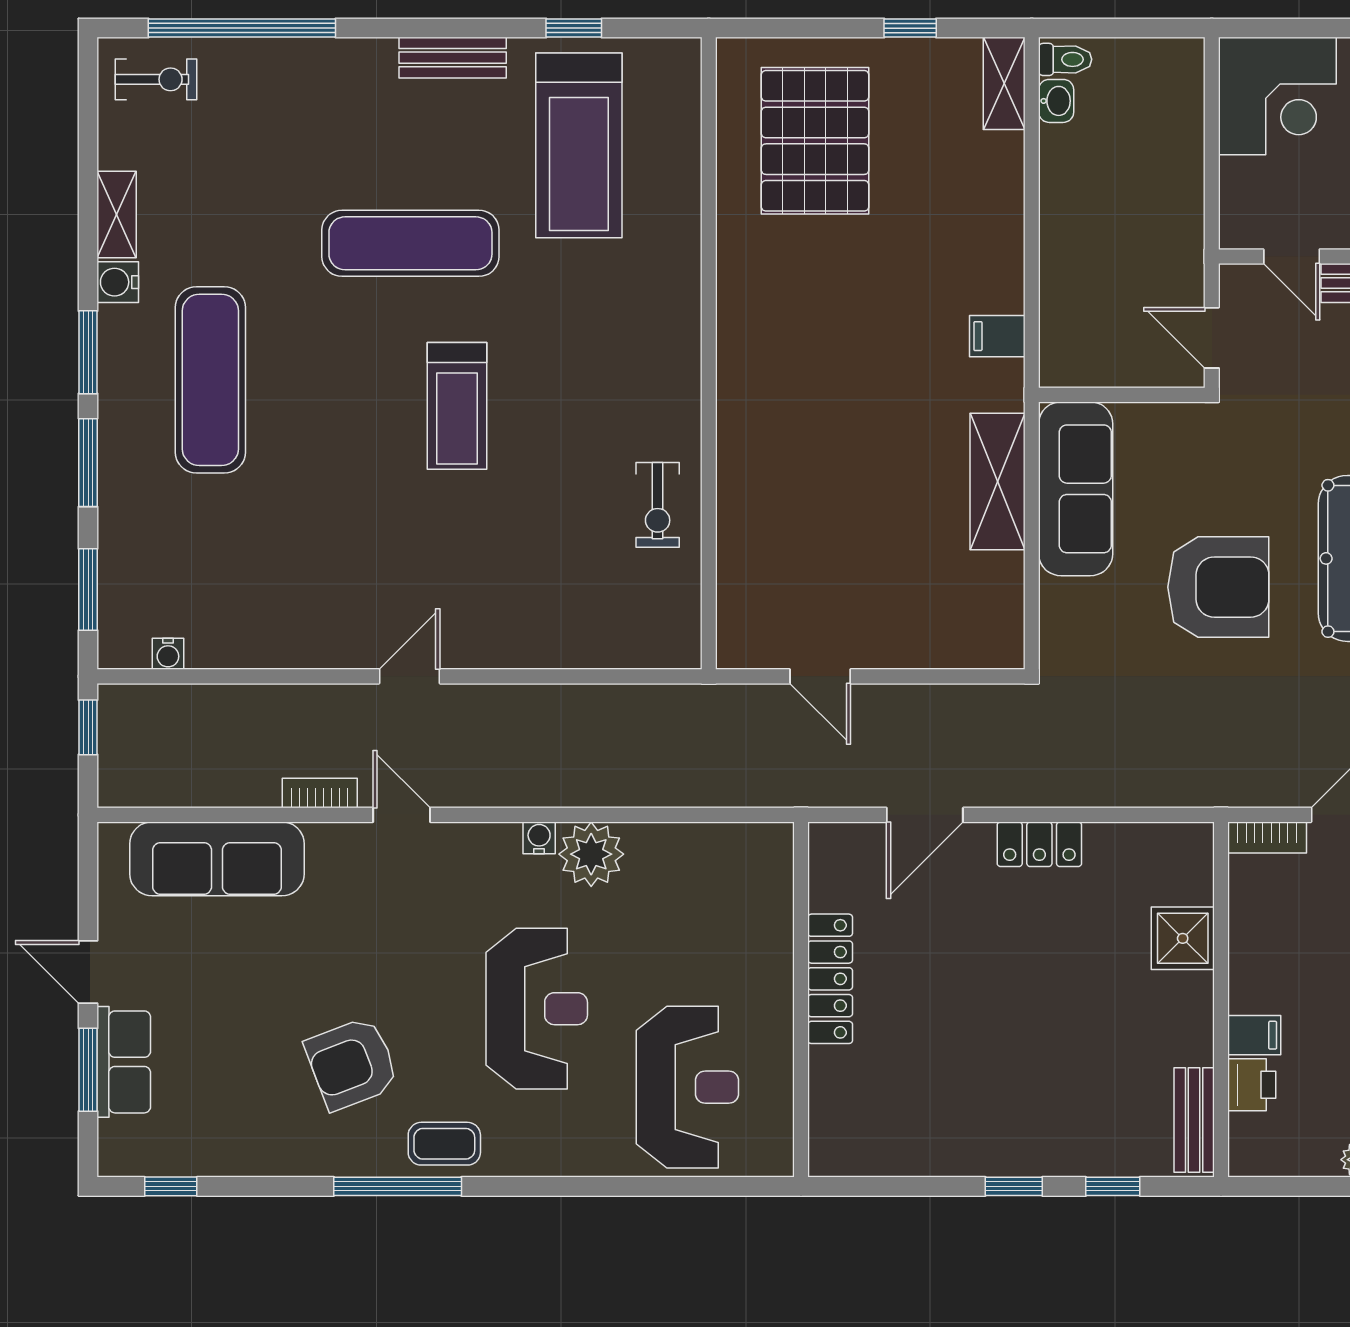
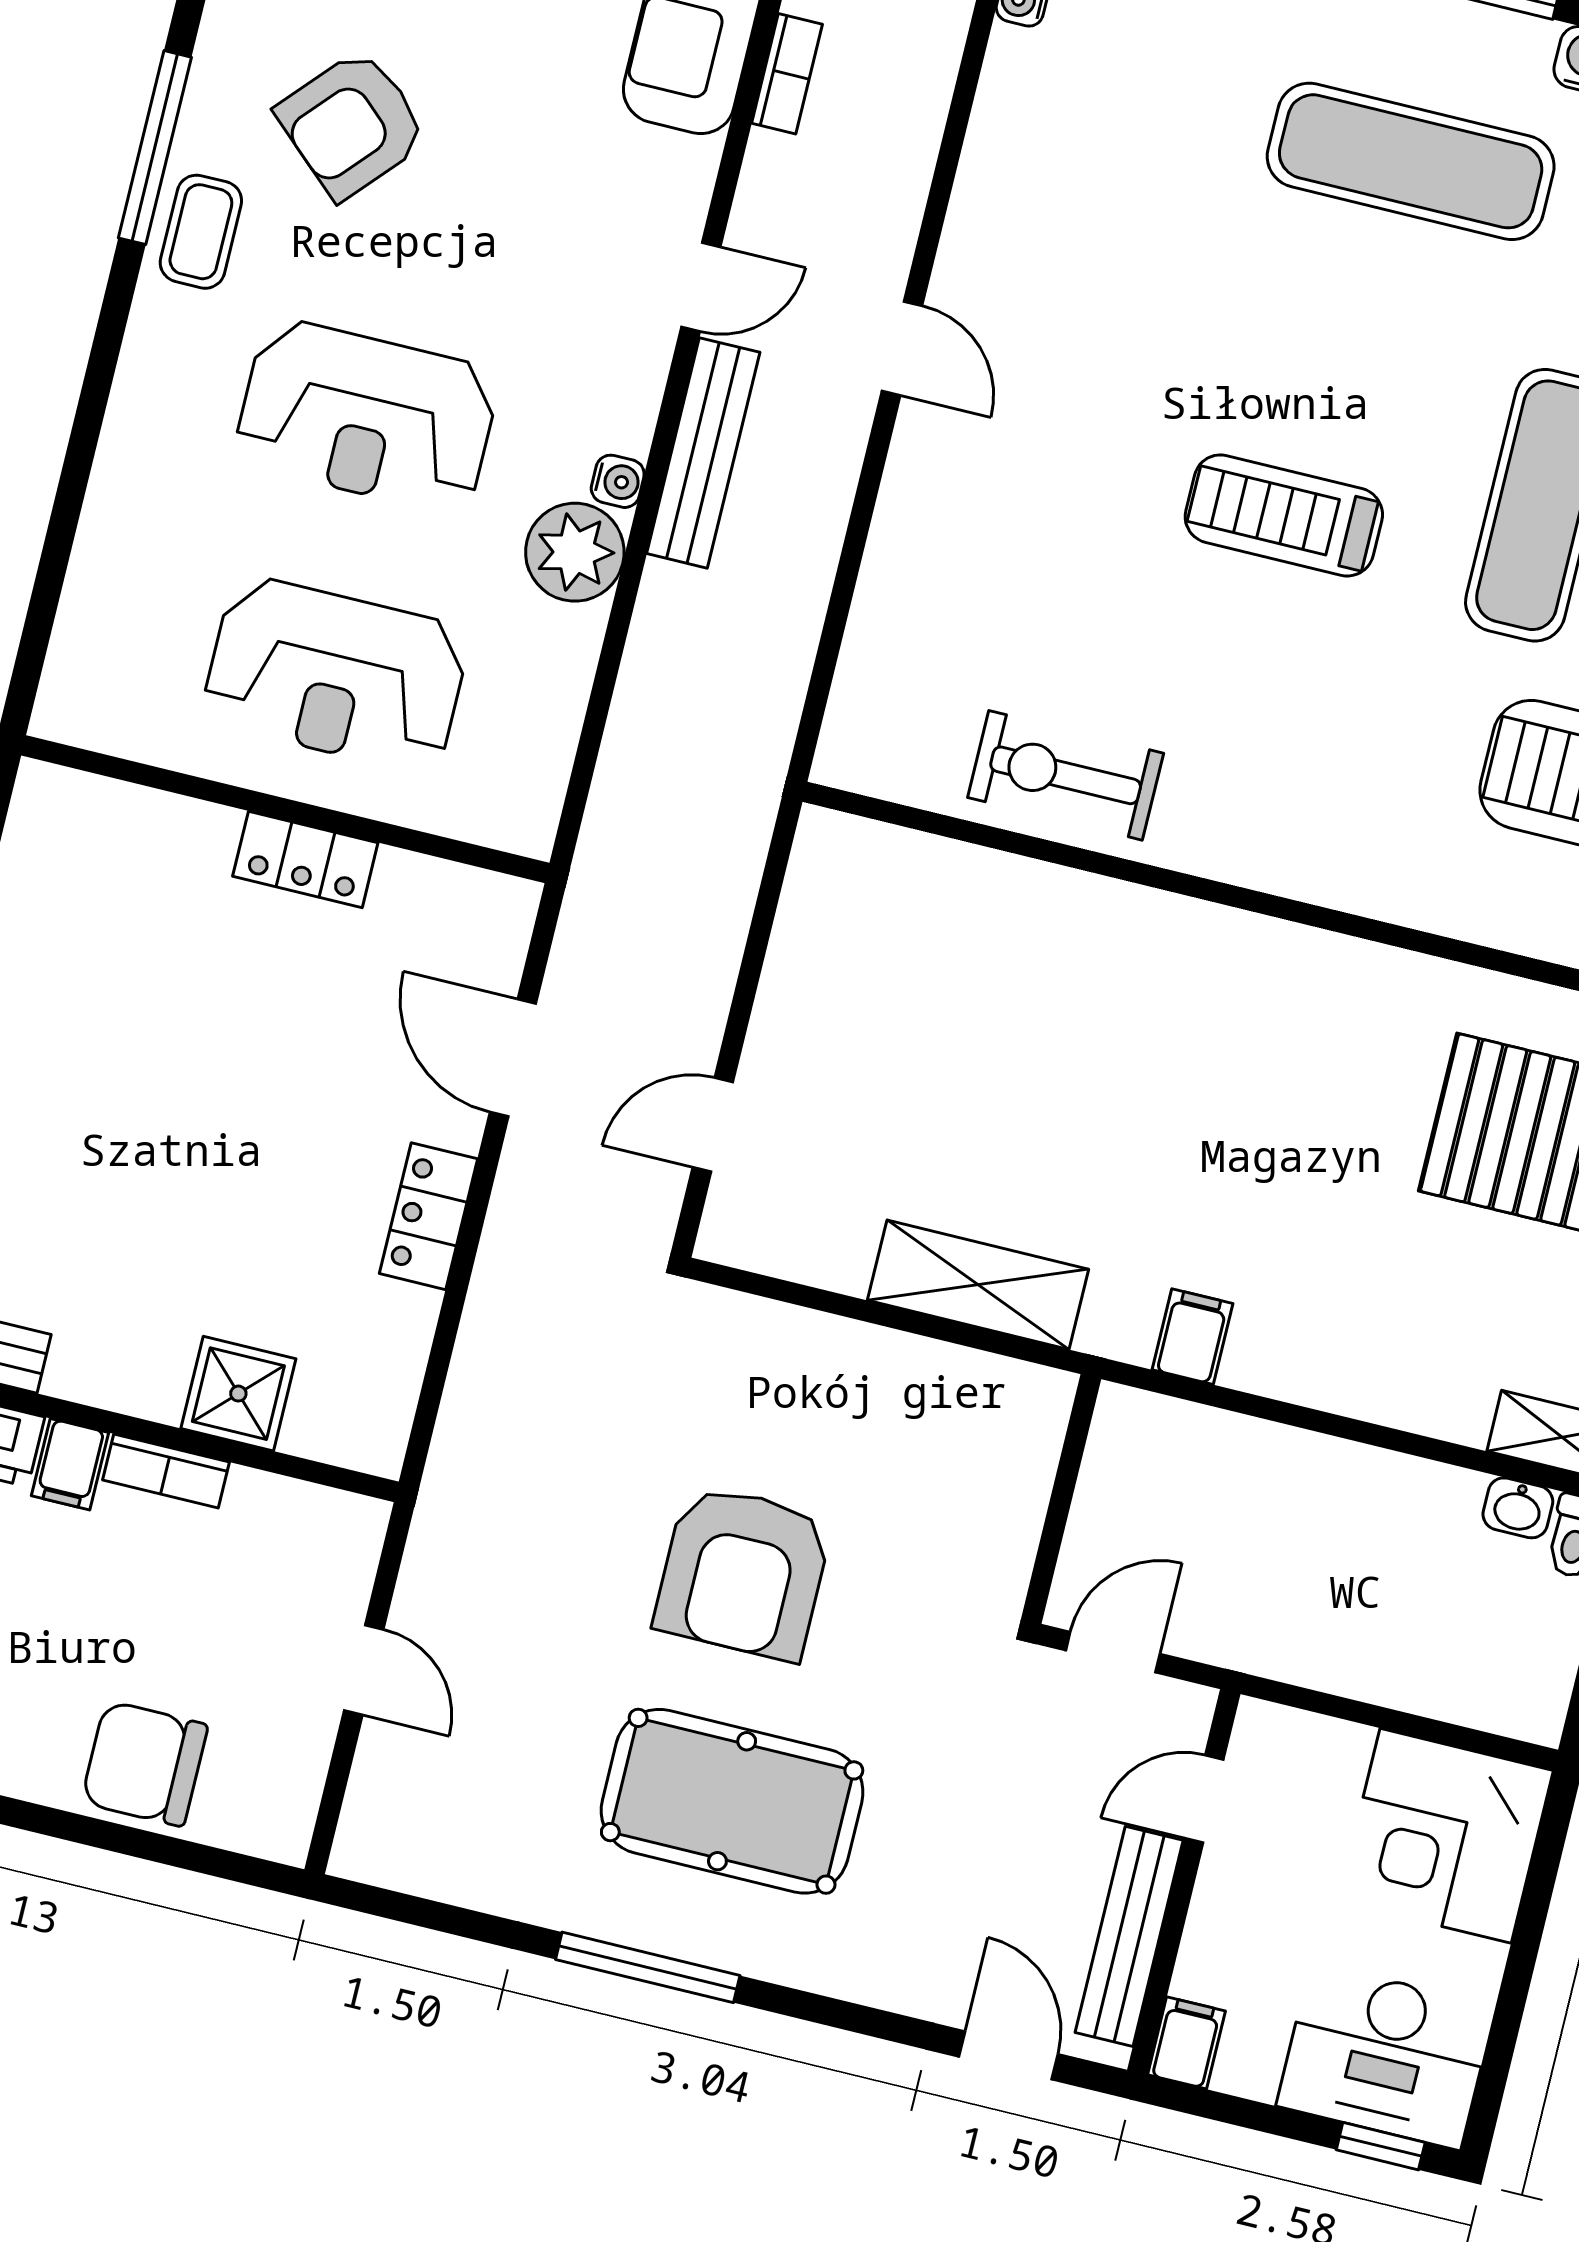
sofa: (1076, 489) -> (939, 1397), removed
exercise bike: (658, 505) -> (1066, 775), width x1.38, depth x1.39
door: (820, 676) -> (713, 1125), moved
bench: (508, 787) -> (703, 453), added
bookcase: (320, 793) -> (787, 74), moved
bookcase: (1267, 837) -> (166, 1471), moved, turned -90
locker: (830, 979) -> (305, 859), width x0.66
armchair: (352, 1064) -> (352, 124), turned -117
reception desk: (687, 1087) -> (336, 675), moved

